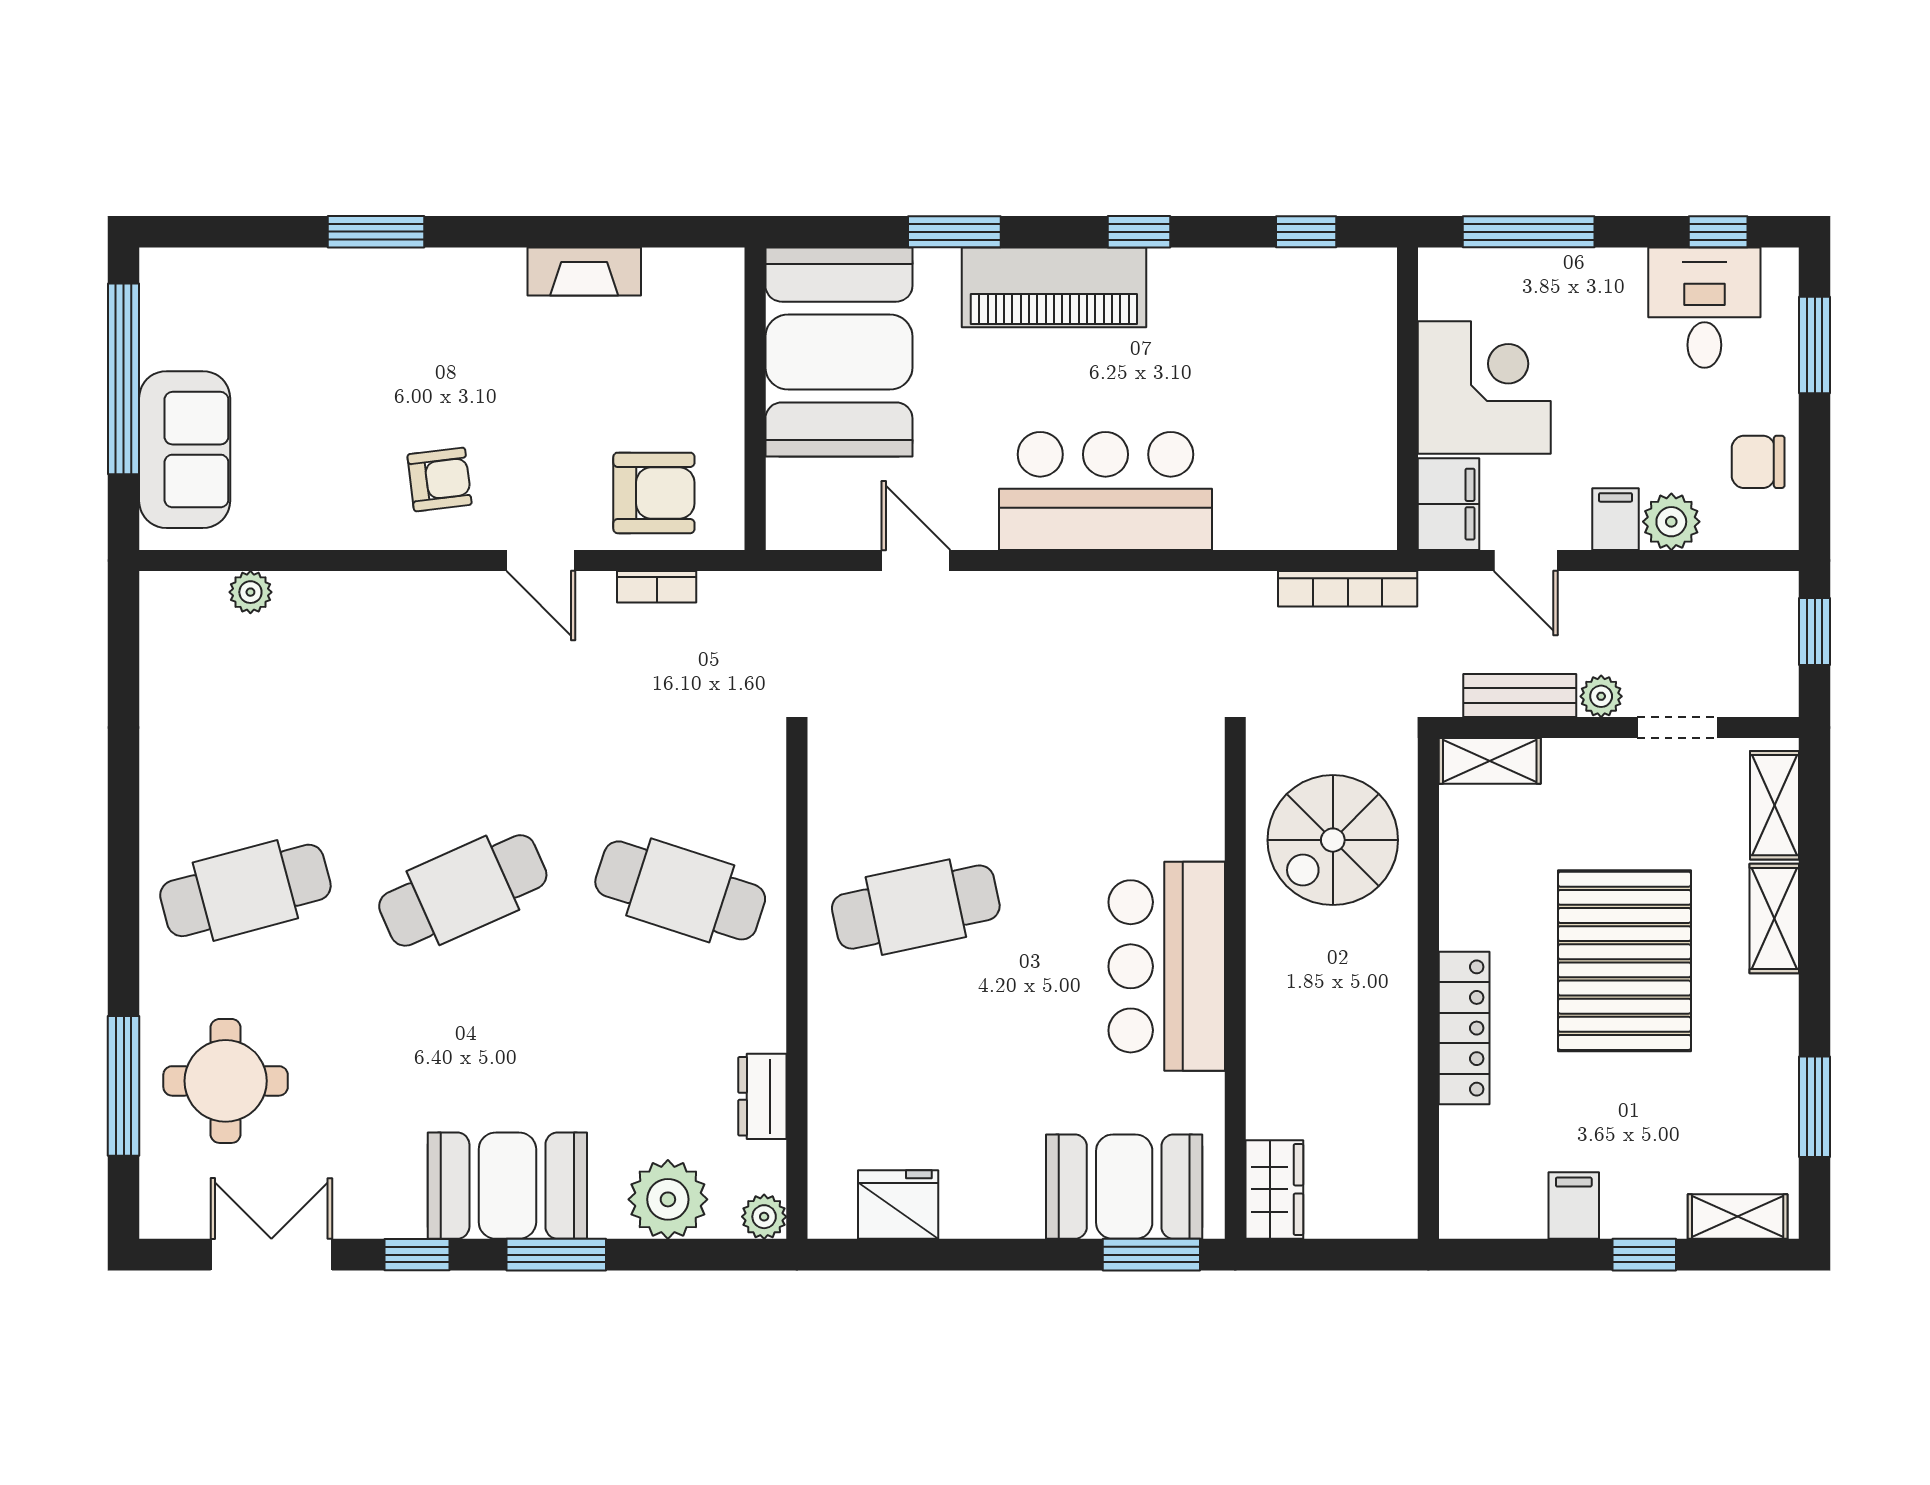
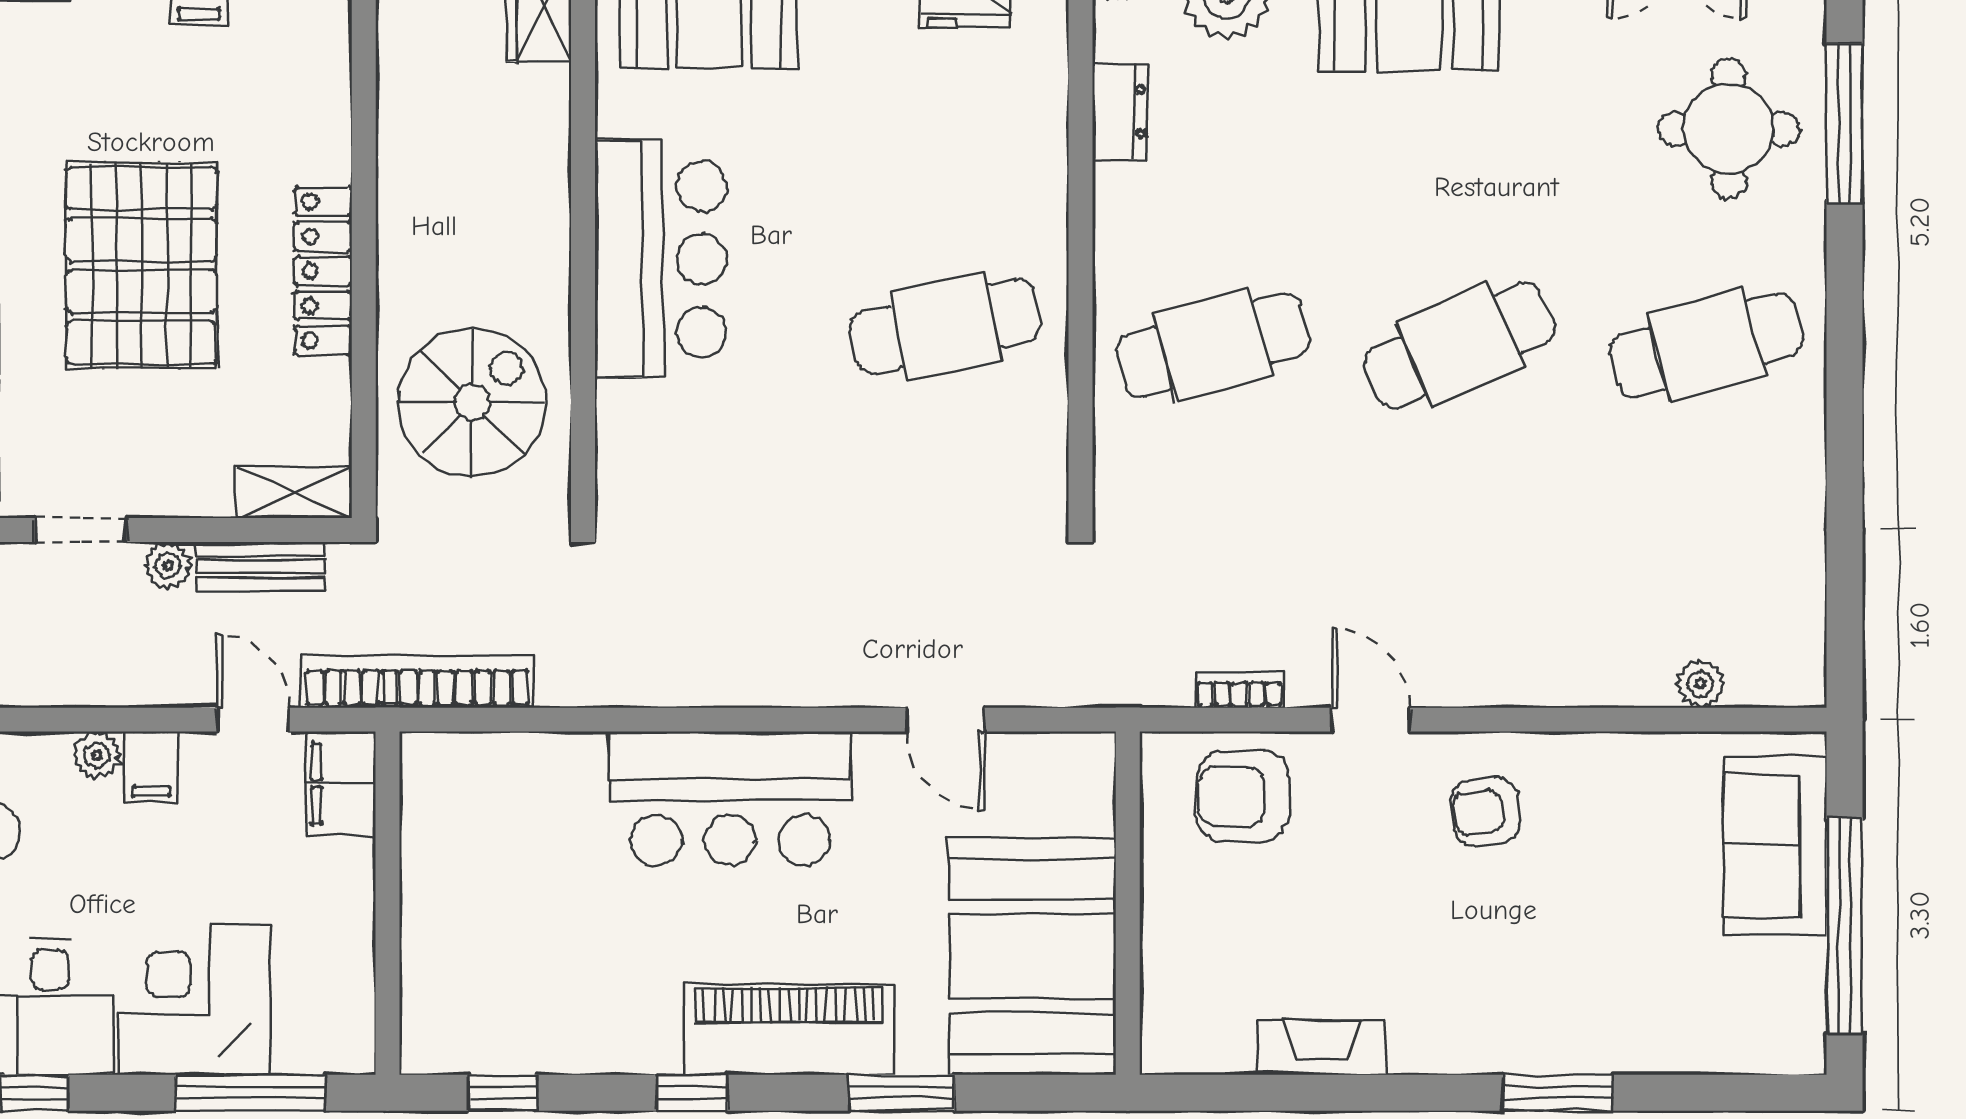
corner desk: (1484, 388) -> (194, 1000), moved, turned 90
plant: (1671, 522) -> (97, 755), width x0.73, depth x0.73
bookcase: (1348, 589) -> (418, 681), width x1.48, depth x1.31
cafe table: (680, 890) -> (1213, 345), turned -33
locker: (1464, 1028) -> (323, 271), moved

